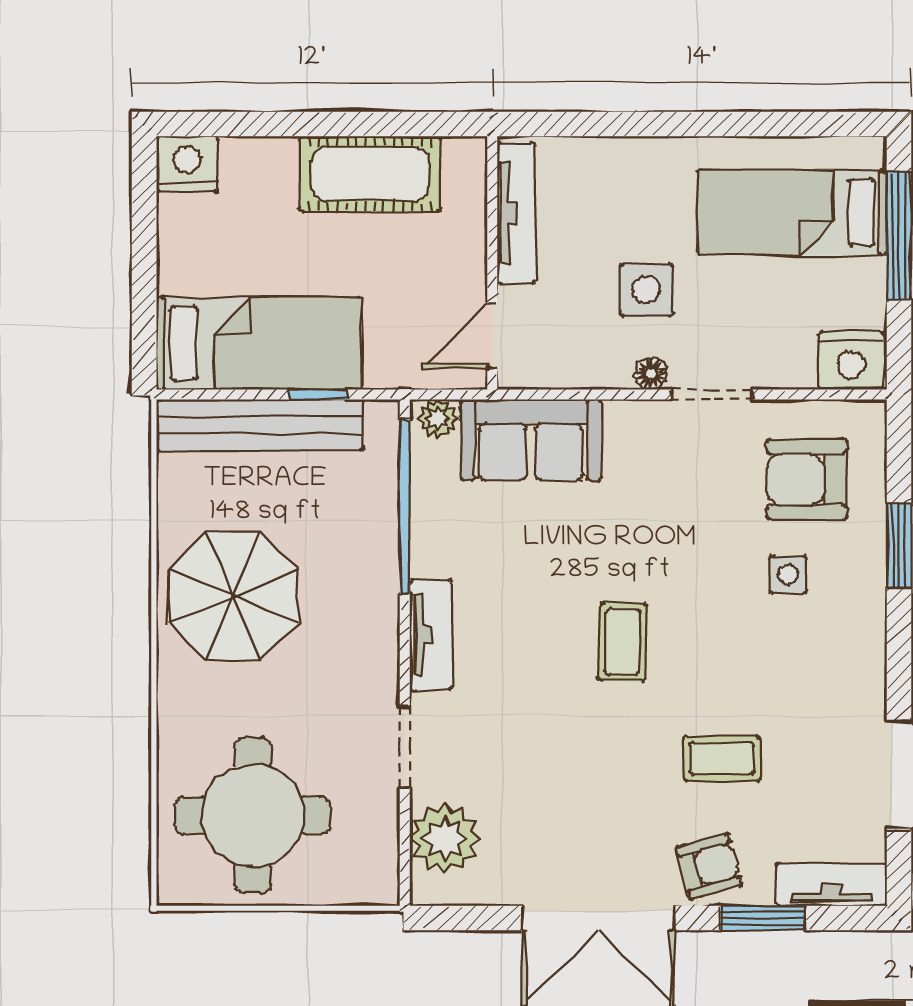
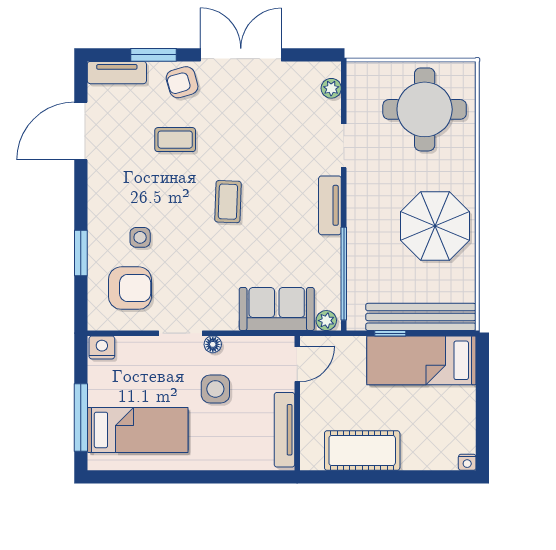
nightstand: (187, 164) -> (467, 462), width x0.53, depth x0.56
nightstand: (851, 360) -> (102, 347), width x0.74, depth x0.75
plant: (445, 838) -> (331, 88), width x0.53, depth x0.53

